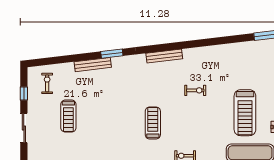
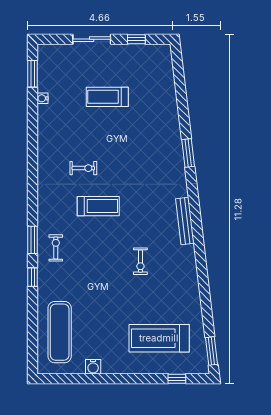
bench: (93, 65) -> (174, 128), removed
exercise bike: (47, 83) -> (83, 168), moved
treadmill: (245, 113) -> (159, 338), moved

